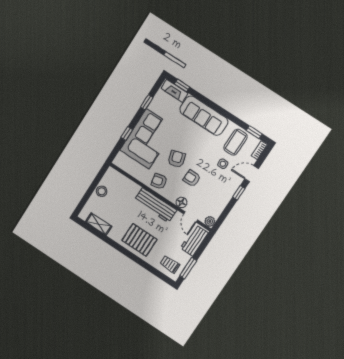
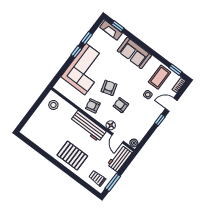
sofa: (204, 116) -> (134, 53), width x0.73
window: (127, 133) -> (76, 52), moved
stool: (102, 191) -> (53, 105), moved
shelving: (99, 224) -> (38, 140), removed

